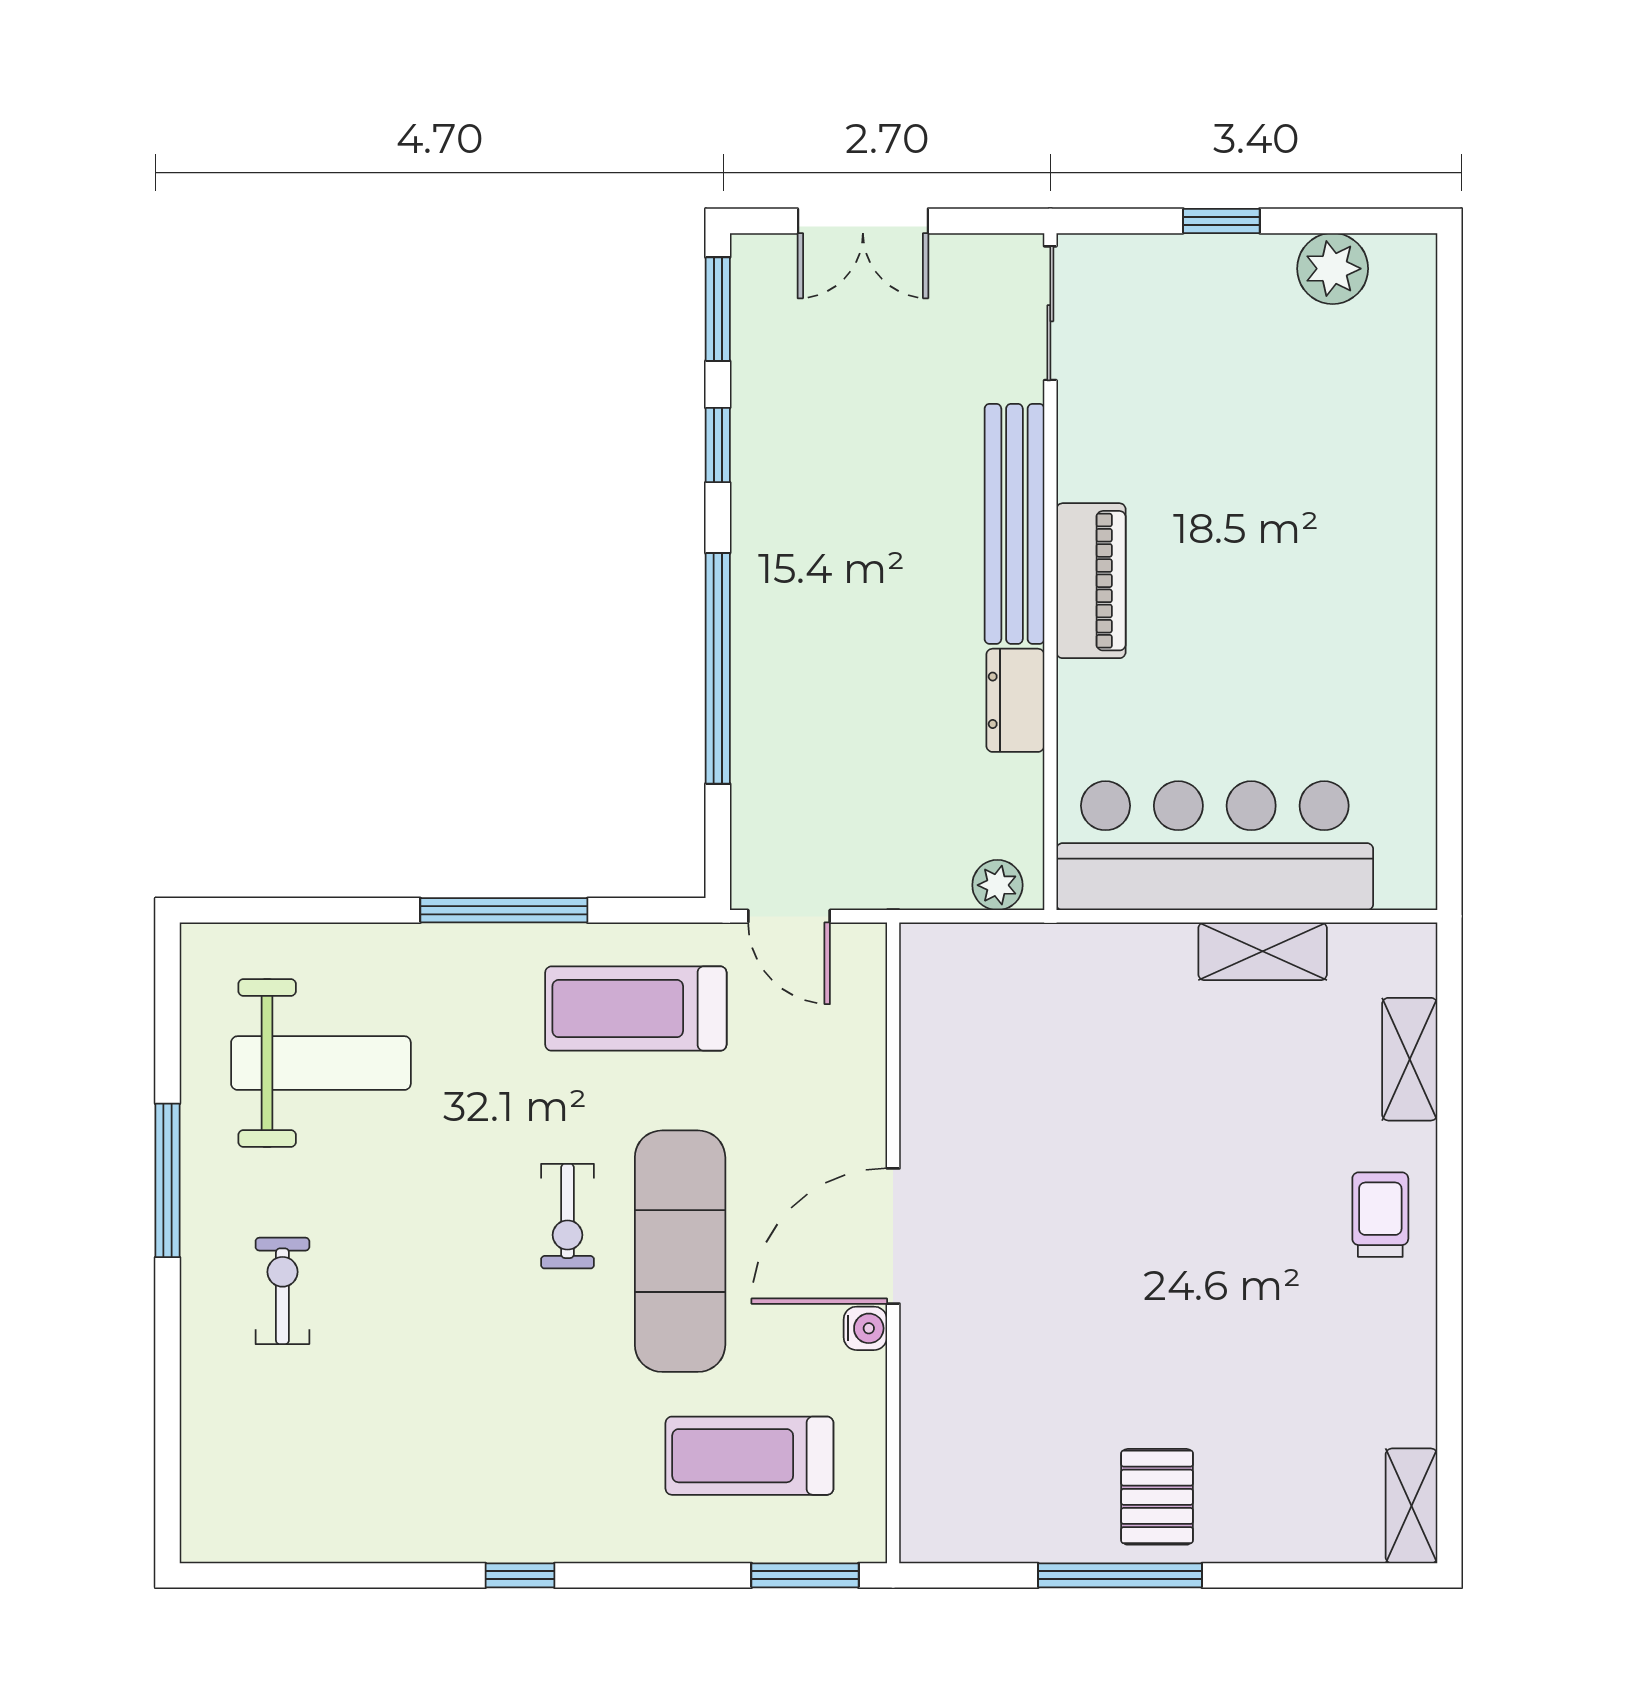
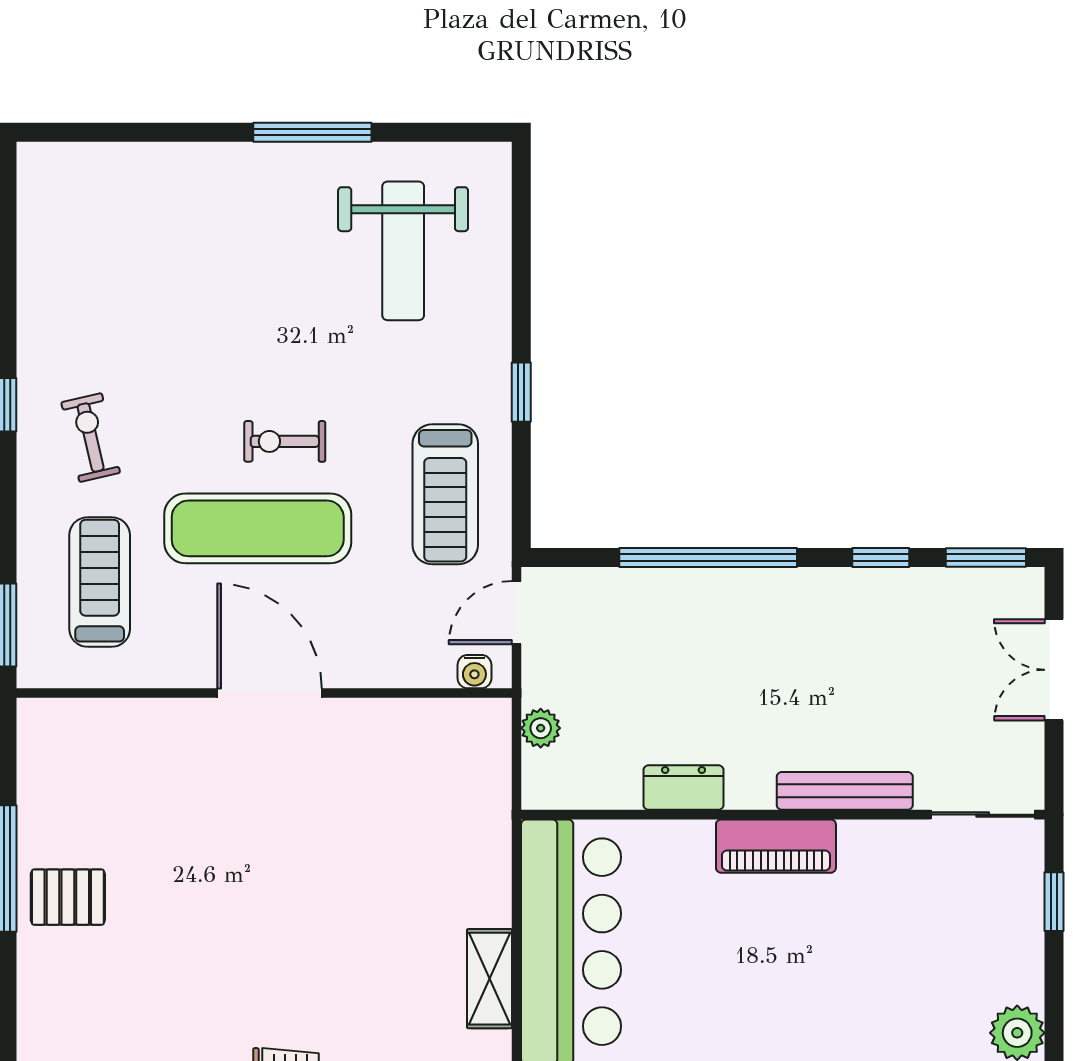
window: (1221, 221) -> (1054, 902), moved
bench: (1014, 524) -> (845, 791), width x0.73, depth x0.82
plant: (997, 885) -> (541, 728), moved
window: (504, 910) -> (521, 392), width x0.46
treadmill: (636, 1009) -> (445, 494), turned 180
exercise bike: (282, 1291) -> (91, 437), moved, turned -103
water cooler: (865, 1328) -> (474, 672), moved

